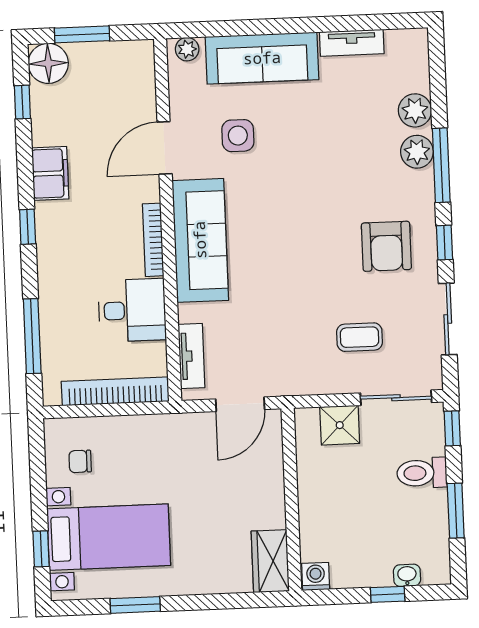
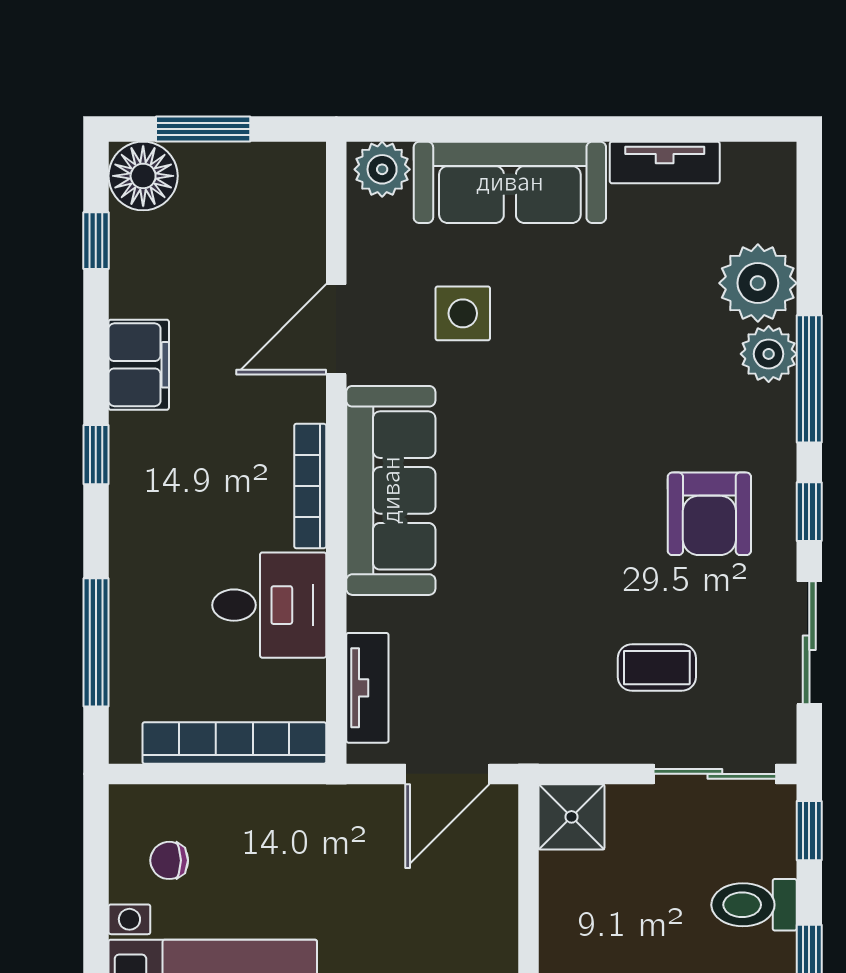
plant: (187, 49) -> (382, 169), width x1.38, depth x1.38
plant: (415, 110) -> (758, 283), width x1.36, depth x1.36
shower: (340, 425) -> (571, 817), moved

